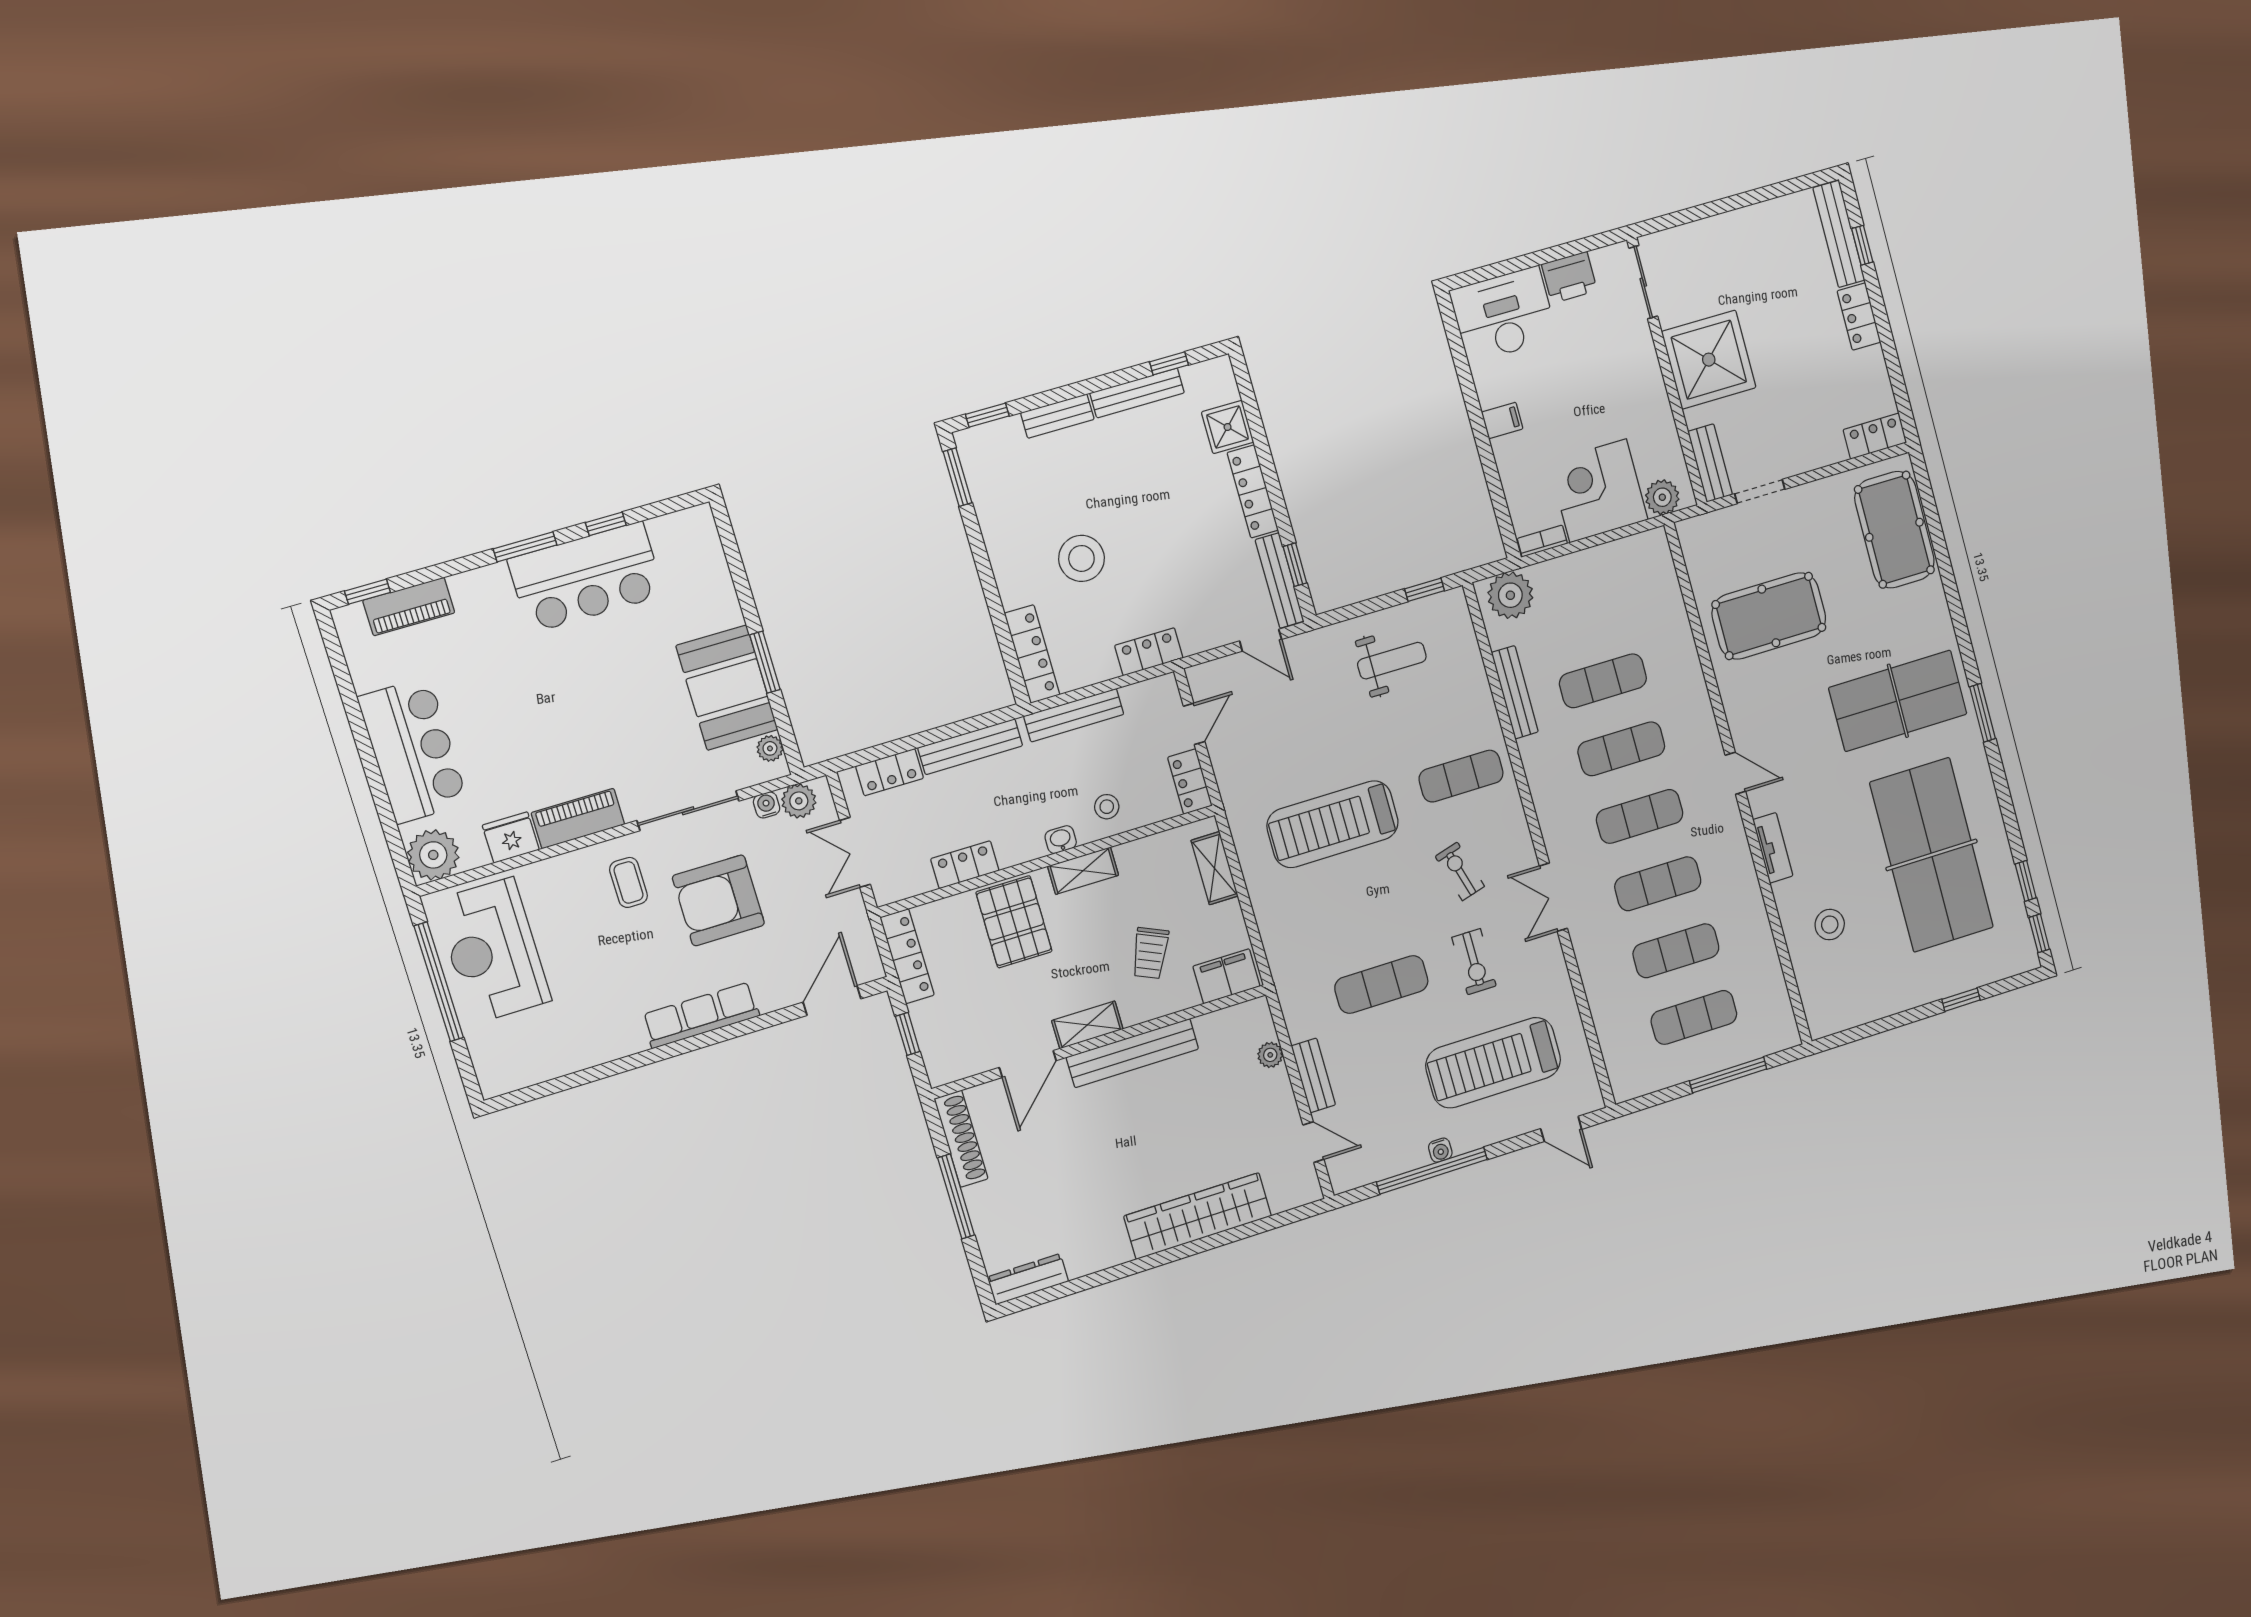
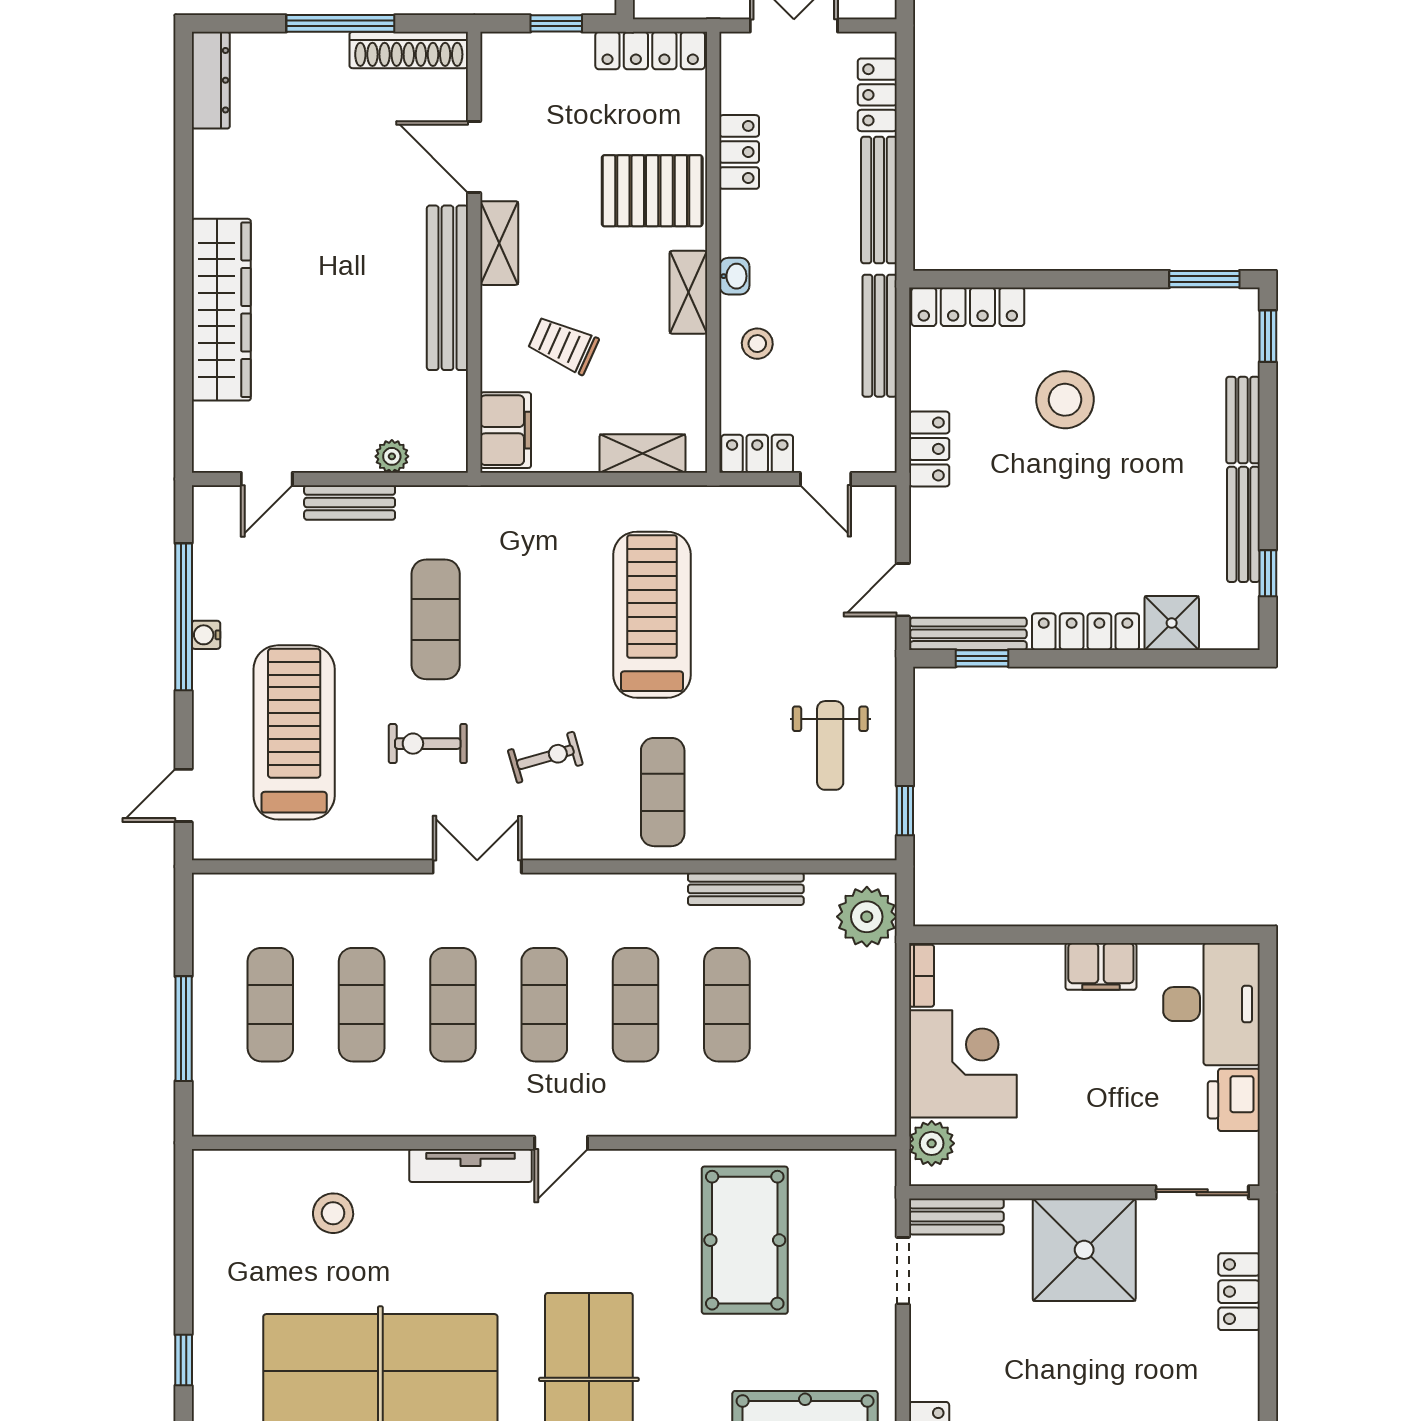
locker: (1708, 233) -> (1239, 1292), added
filing cabinet: (1502, 421) -> (1101, 966), width x2.00
tv unit: (1773, 848) -> (471, 1166), width x1.41

